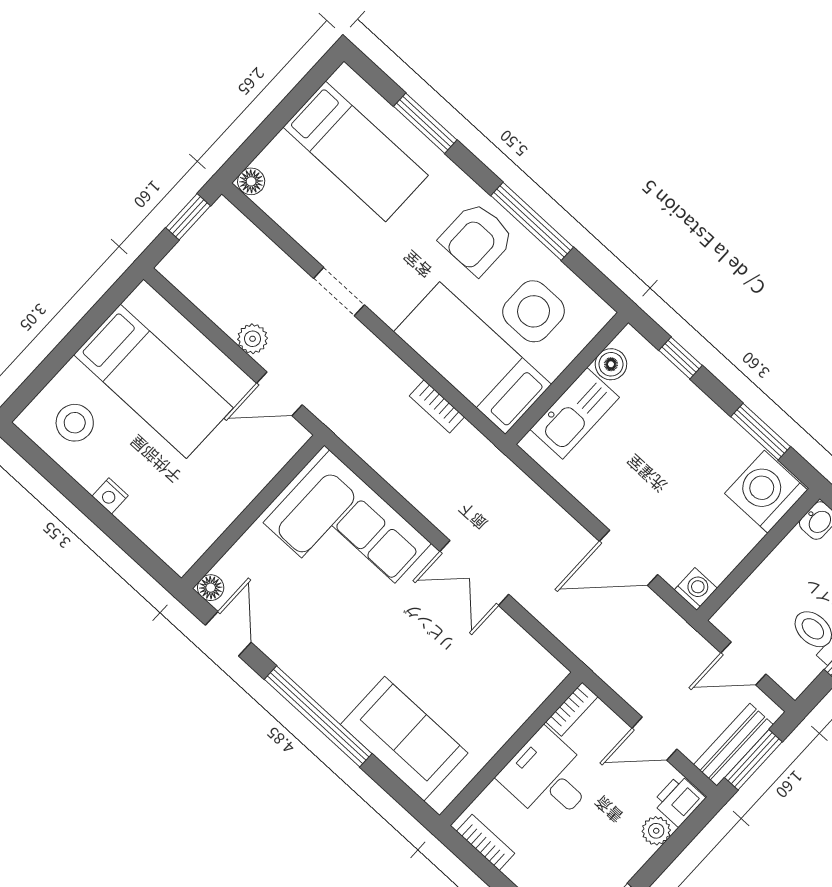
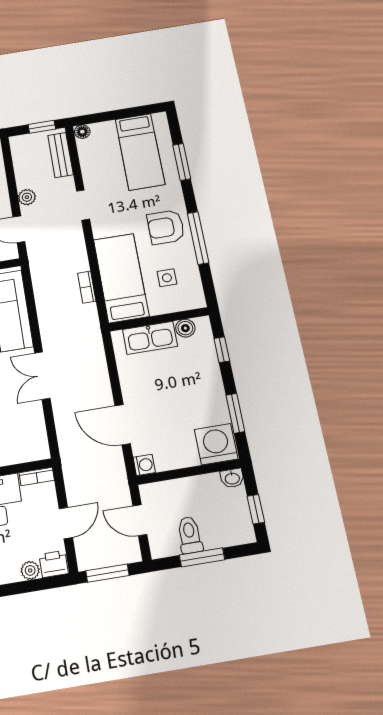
side table: (534, 311) -> (167, 278), width x0.54, depth x0.54
door: (654, 739) -> (66, 523), swing flipped
bench: (733, 745) -> (61, 155), moved, turned 90

